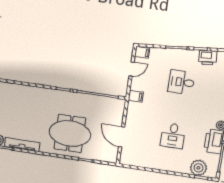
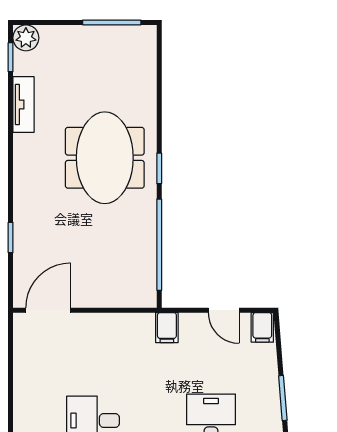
meeting table: (70, 133) -> (105, 158), moved
door: (122, 137) -> (48, 310), moved
tv unit: (22, 145) -> (24, 105), width x0.71

